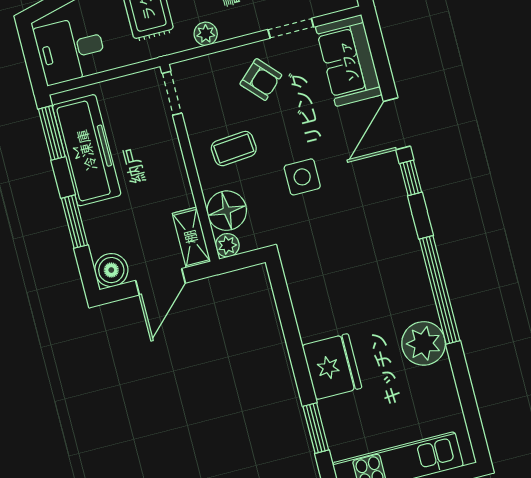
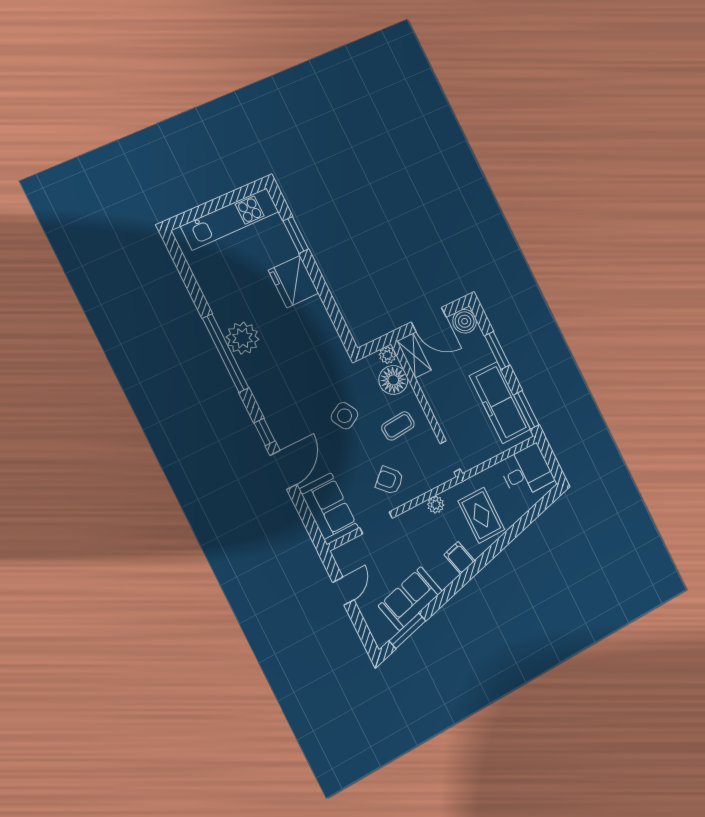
side table: (302, 177) -> (345, 416), turned -30
door: (161, 282) -> (429, 320), swing flipped
plant: (424, 343) -> (243, 338), moved

